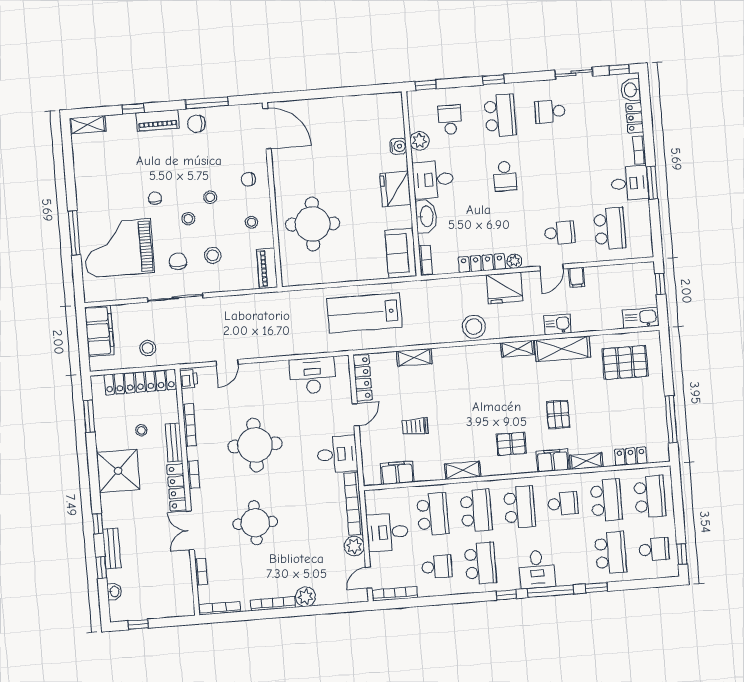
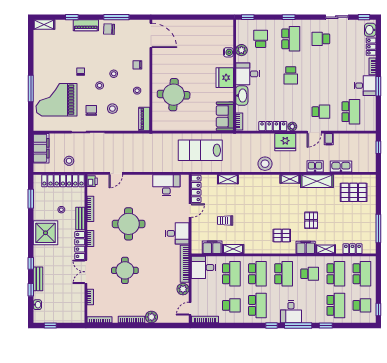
kitchen sink: (641, 318) -> (341, 167), moved
shelving: (463, 470) -> (233, 249), moved
desk: (387, 532) -> (203, 267), moved

